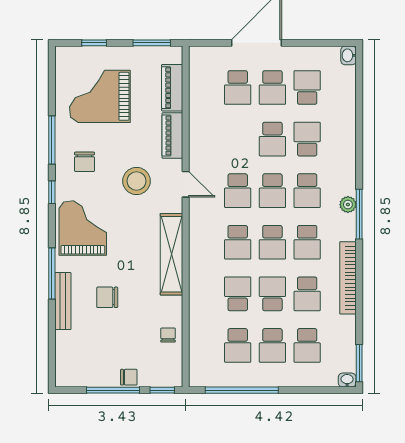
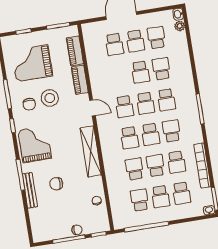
stool: (137, 181) -> (50, 98), moved
plant: (348, 205) -> (180, 26), moved
school desk: (307, 242) -> (171, 131), turned 180
bookcase: (348, 278) -> (202, 166), moved
school desk: (238, 345) -> (140, 200), turned 180

